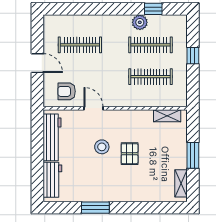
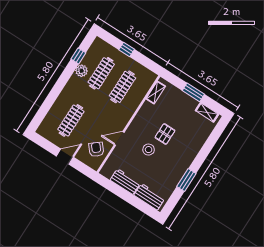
armchair: (67, 91) -> (96, 149), turned 140
workbench: (52, 137) -> (125, 182), width x0.73
pallet: (130, 154) -> (165, 134), turned 90

